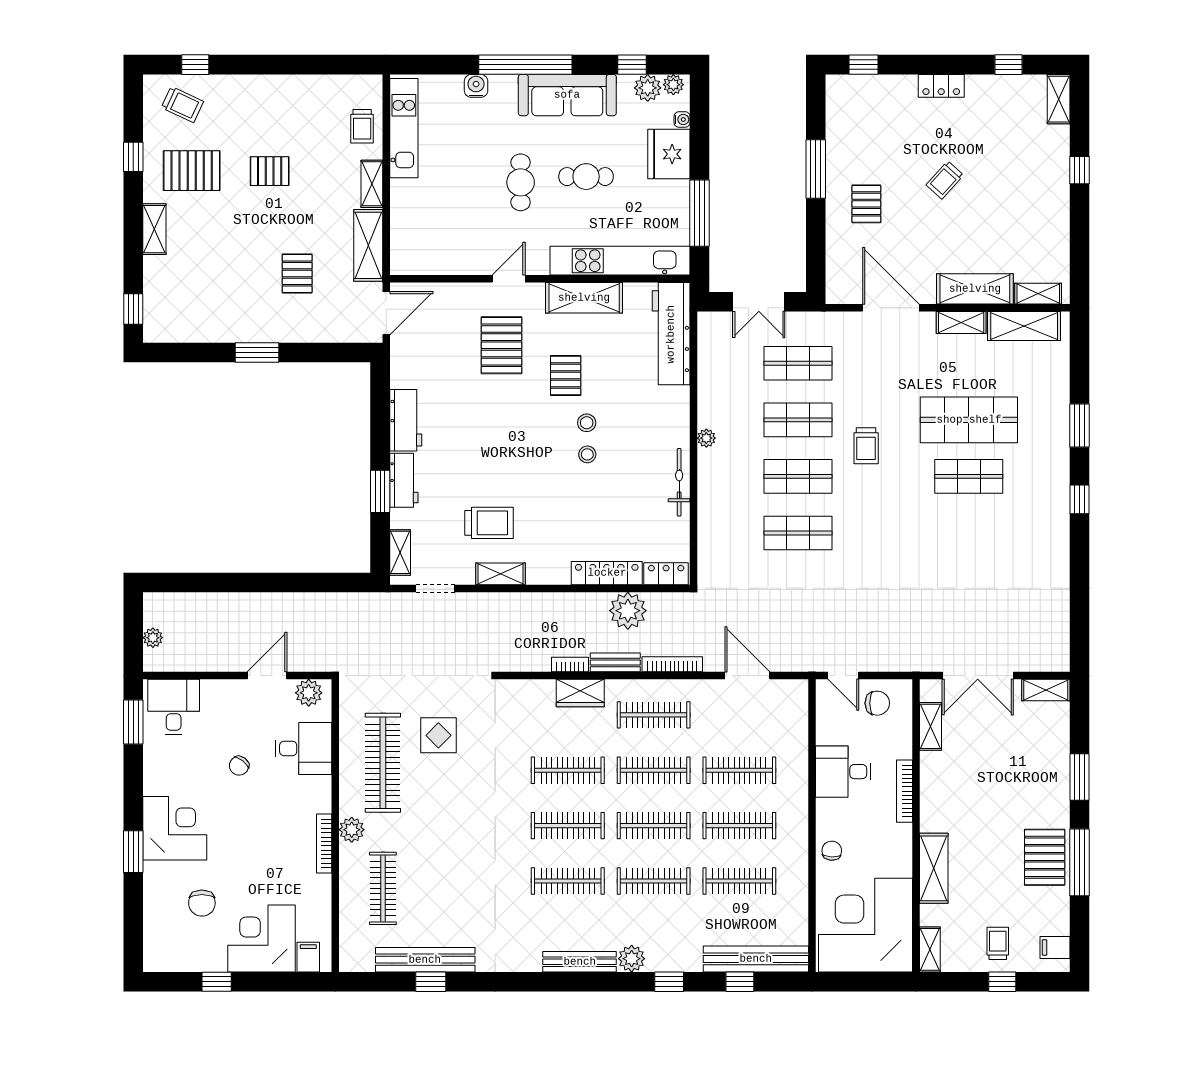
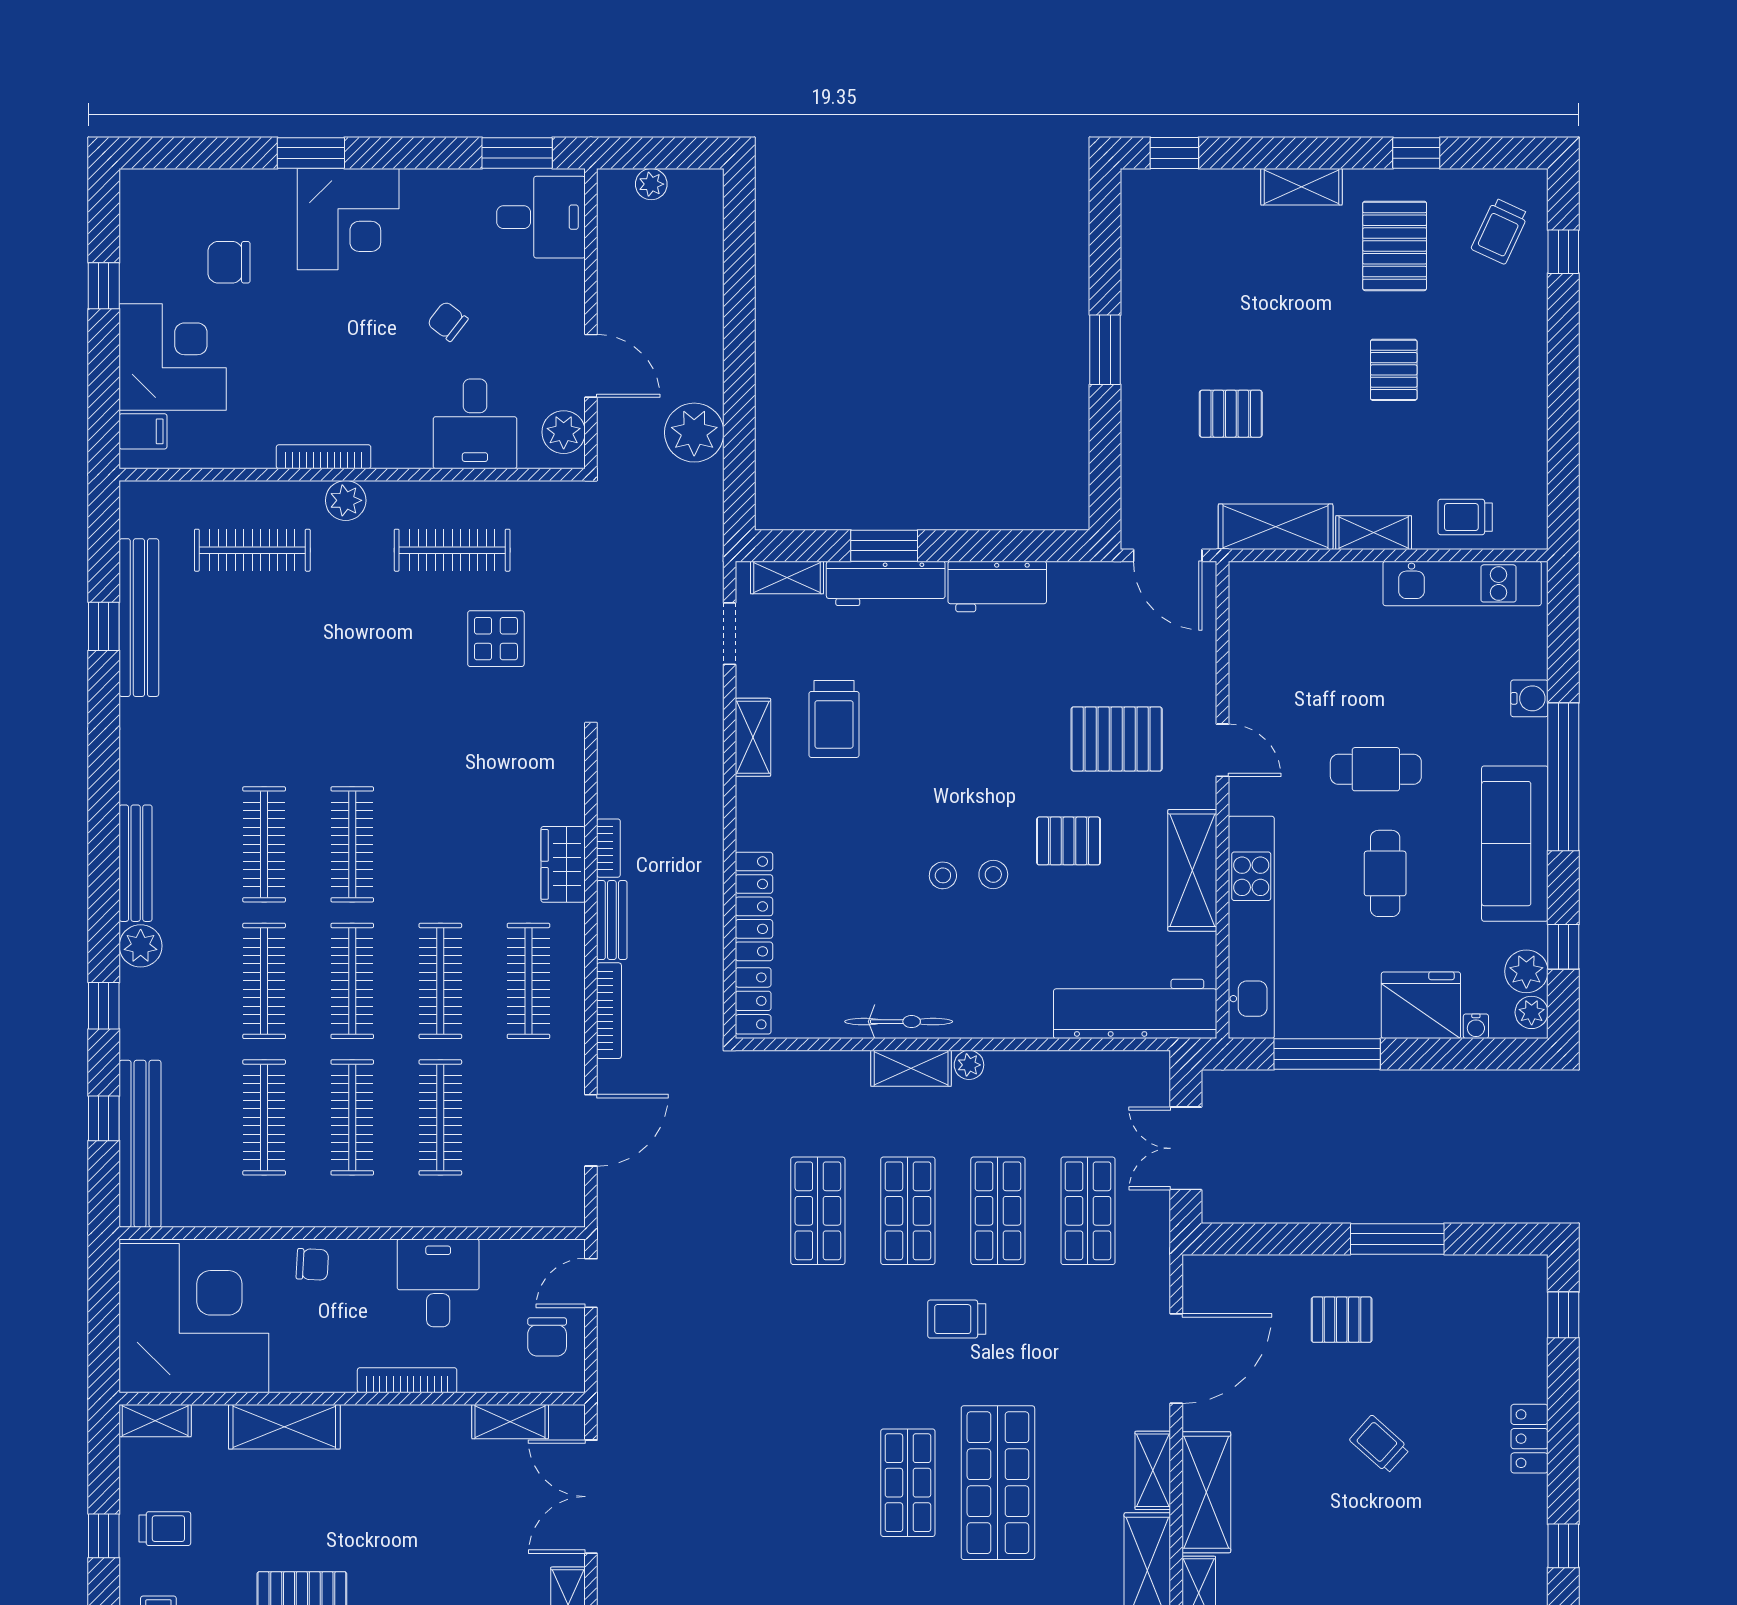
shelving: (708, 474) -> (911, 1068), added
workbench: (404, 480) -> (886, 583), width x1.38
plant: (628, 611) -> (694, 433), moved
clothes rail: (383, 763) -> (452, 550), width x0.73, depth x0.76
clothes rail: (568, 770) -> (440, 844), removed

